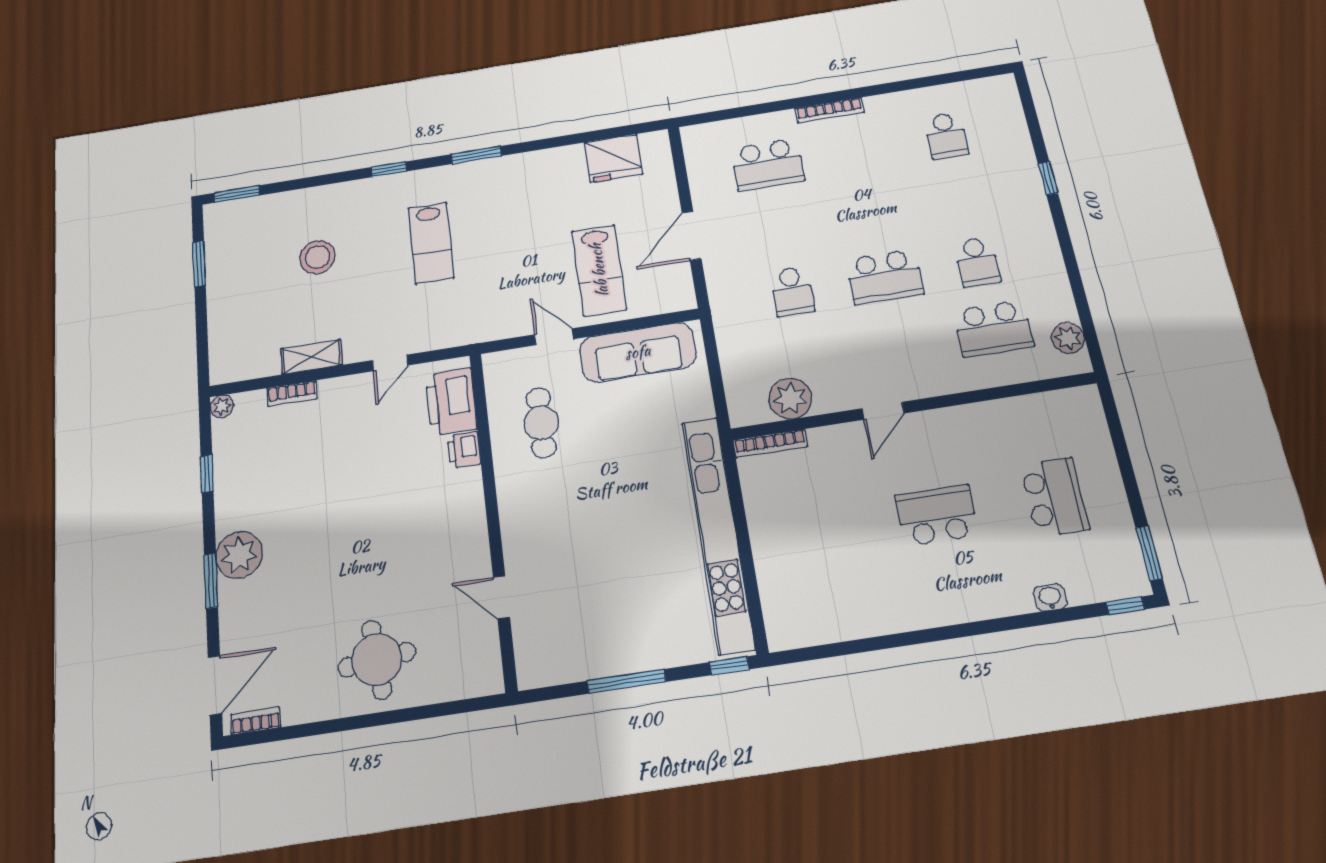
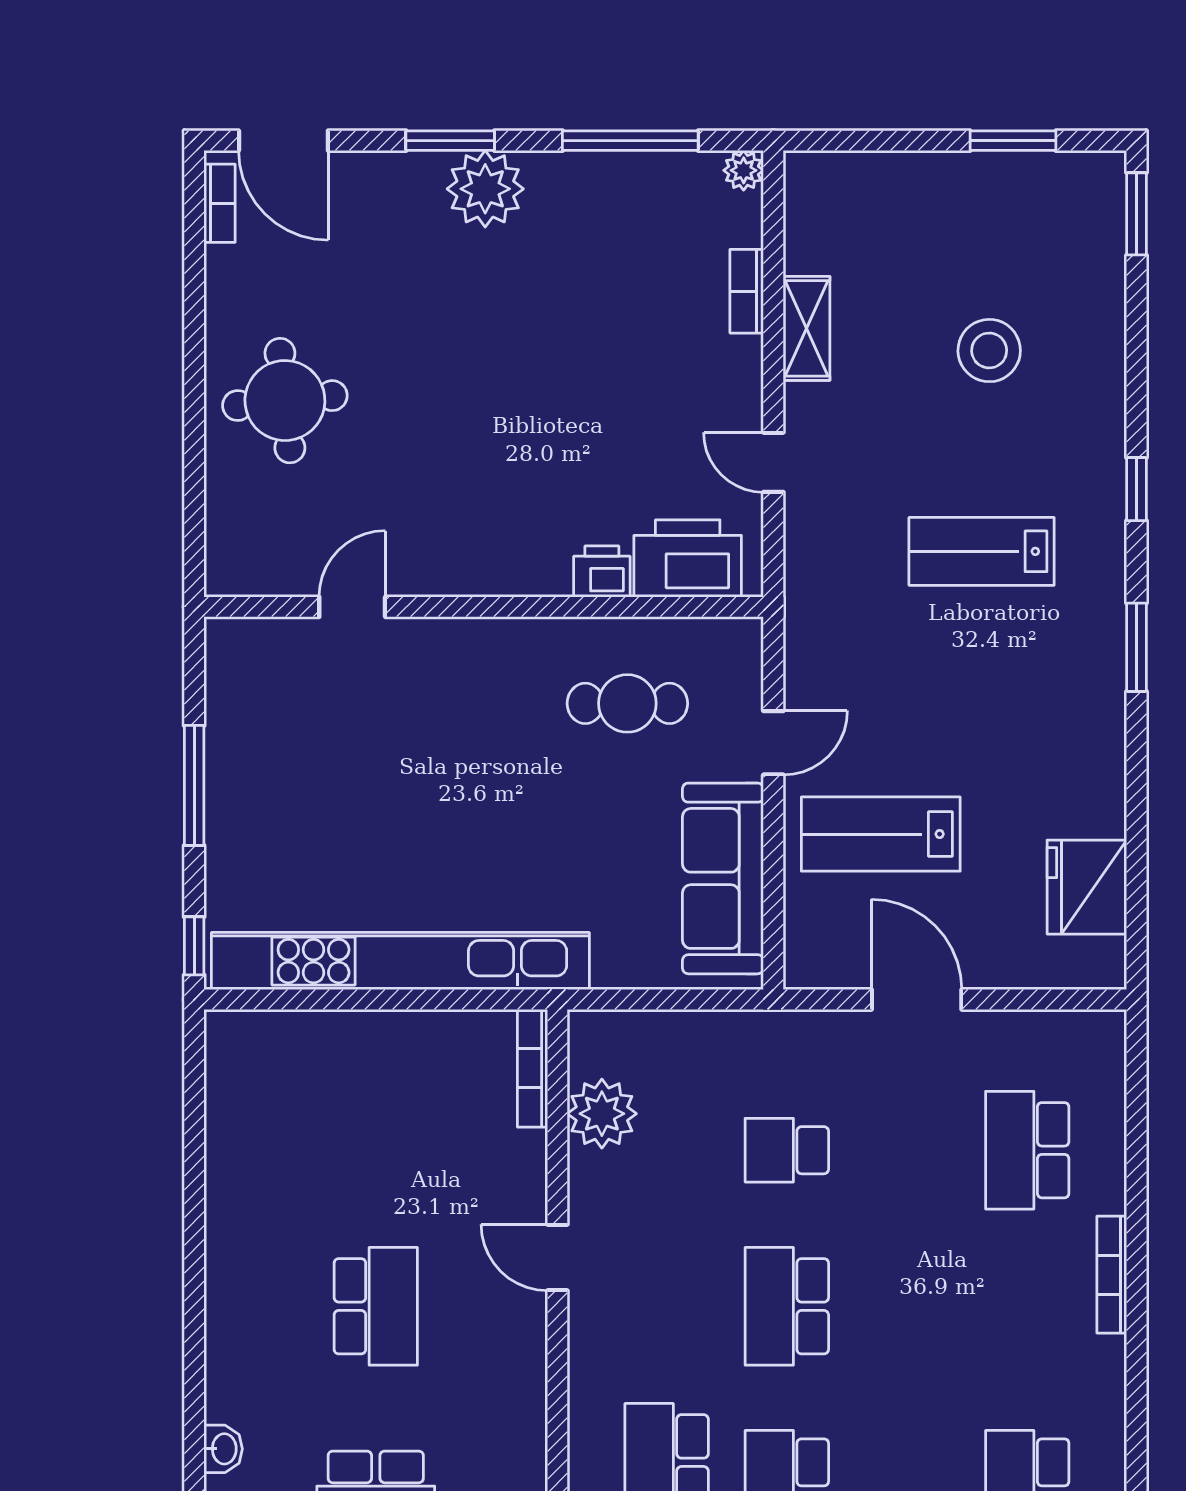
window: (207, 474) -> (630, 141), width x2.17

